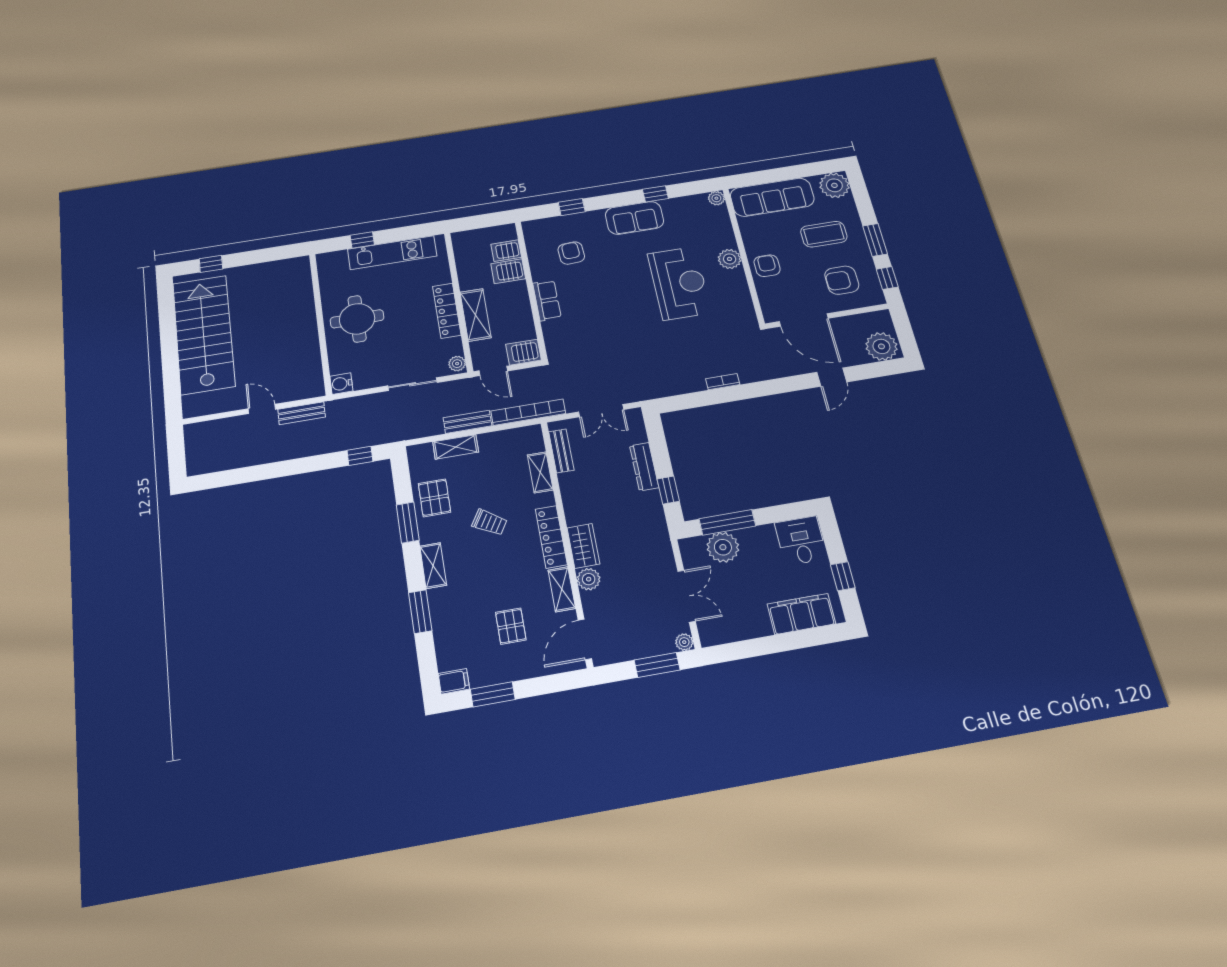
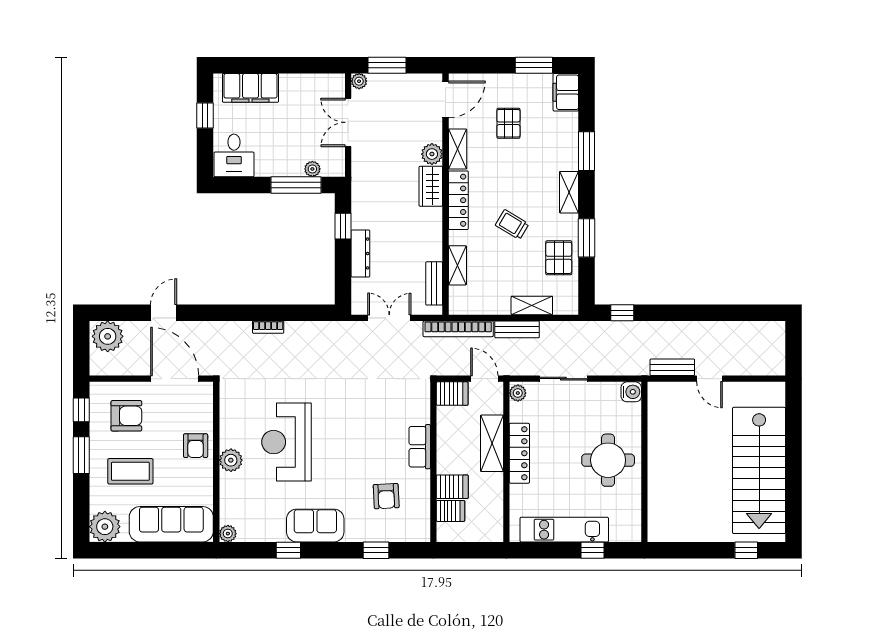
plant: (723, 547) -> (312, 169), width x0.53, depth x0.53
filing cabinet: (454, 681) -> (566, 92), width x2.00

